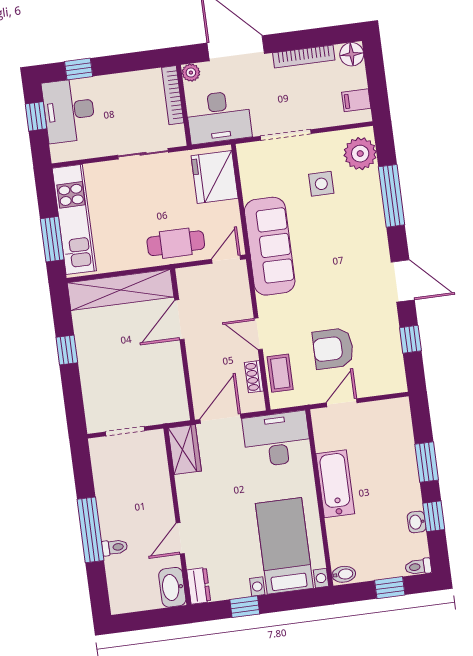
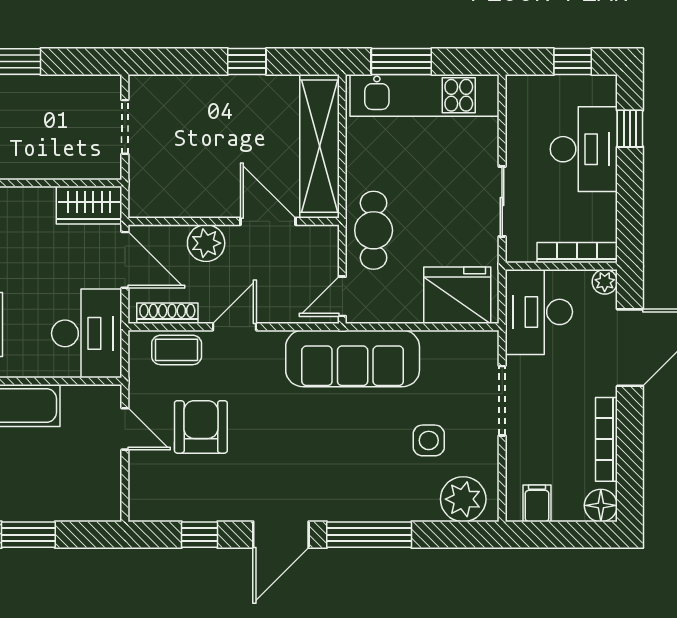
desk: (69, 111) -> (584, 149), moved, turned 90
window: (392, 196) -> (369, 535), moved
door: (226, 259) -> (342, 296), swing flipped
plant: (201, 362) -> (206, 243), added
shoe rack: (254, 377) -> (167, 313), width x1.43

